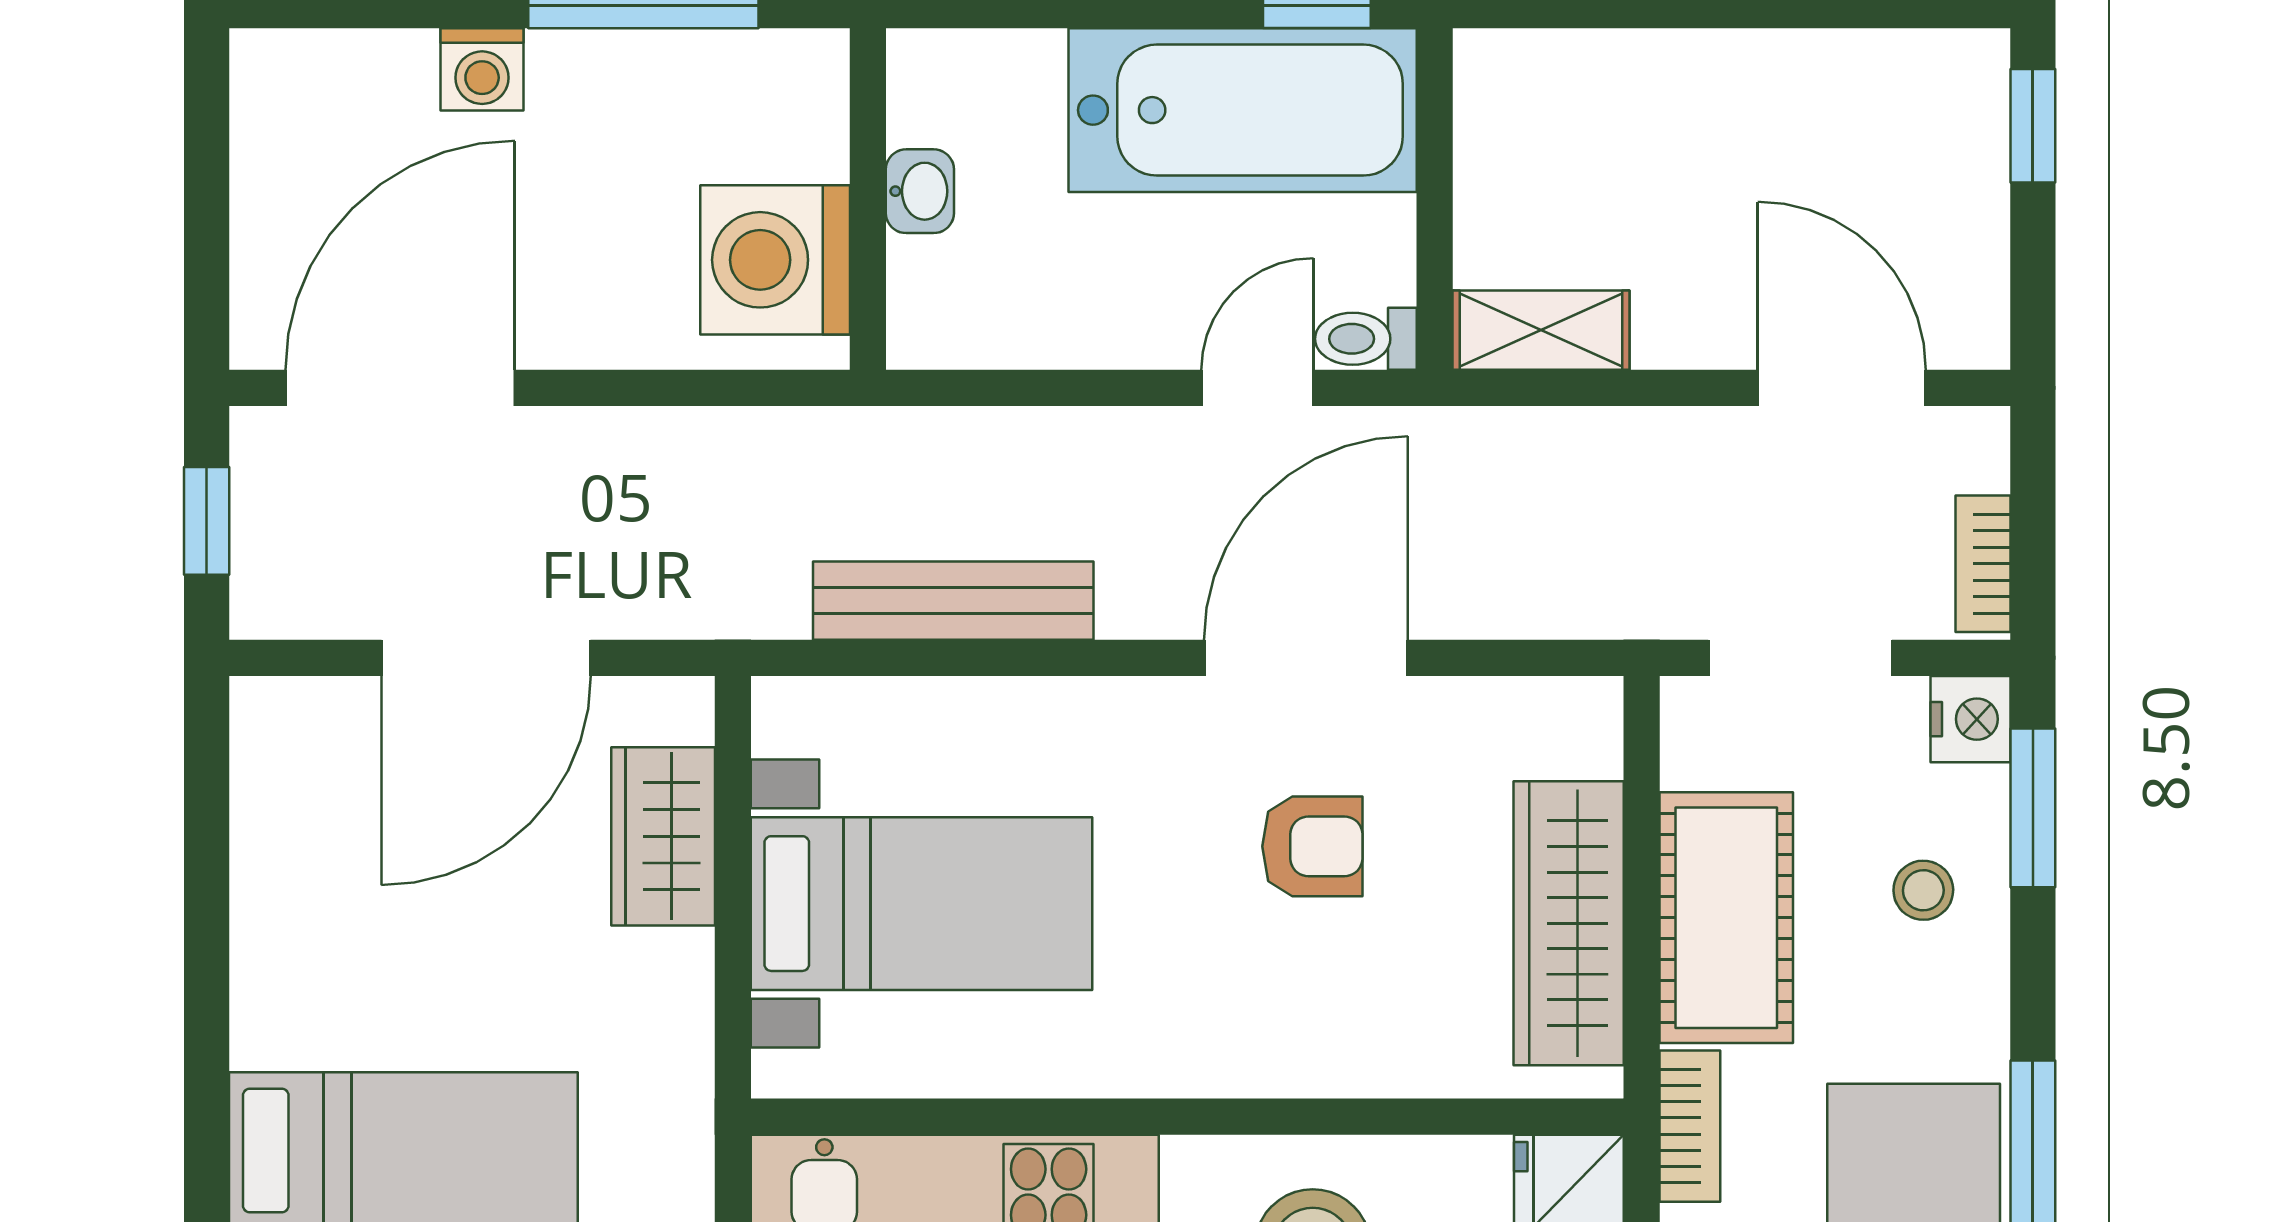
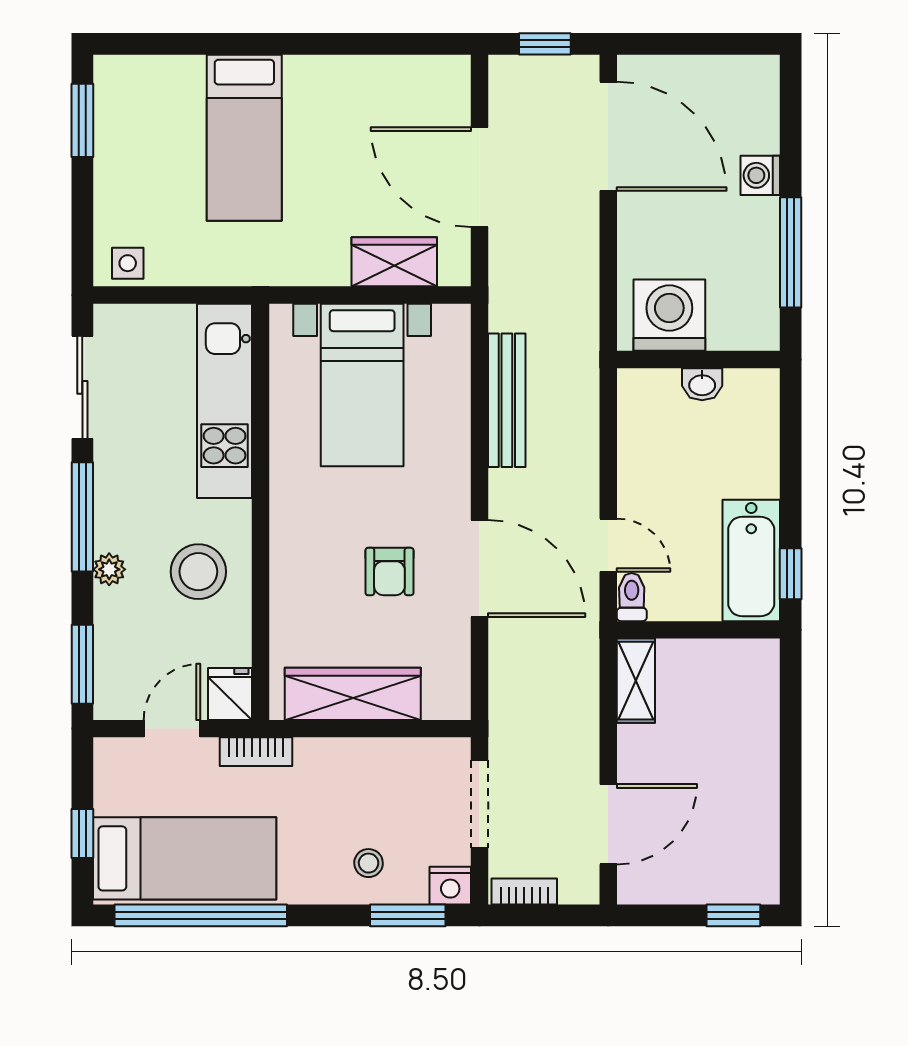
bathtub: (1243, 110) -> (751, 560), width x0.73, depth x0.73
cot: (1726, 918) -> (355, 769), removed

